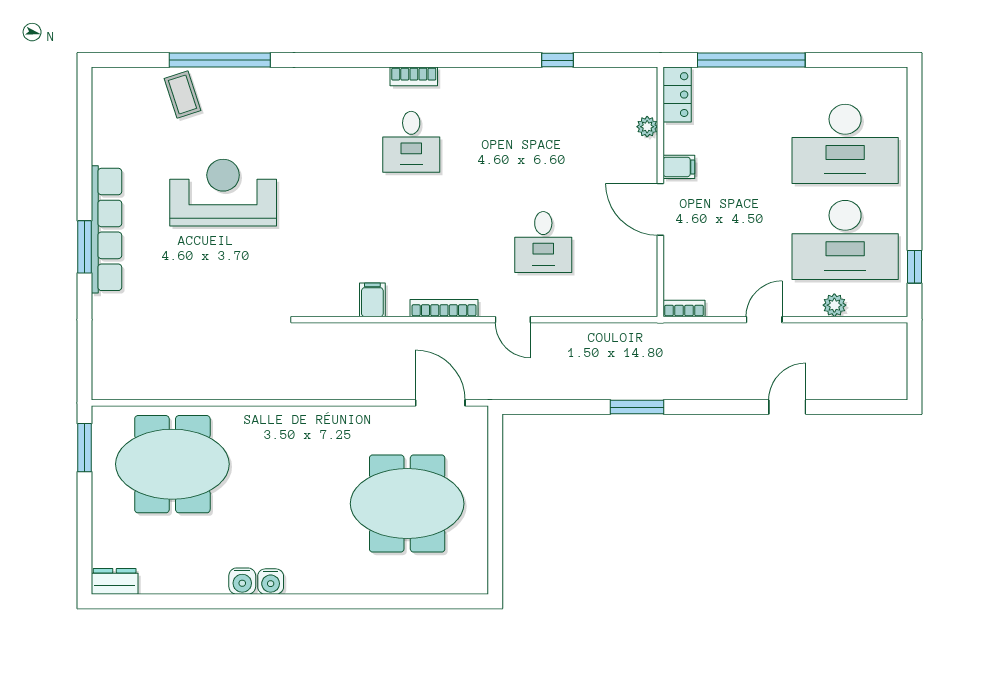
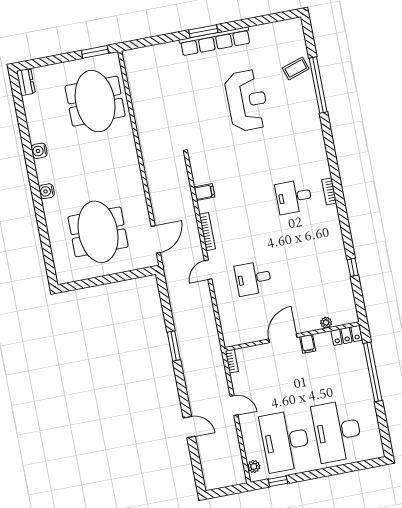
plant: (834, 305) -> (254, 466), moved
water cooler: (271, 582) -> (47, 191), moved

